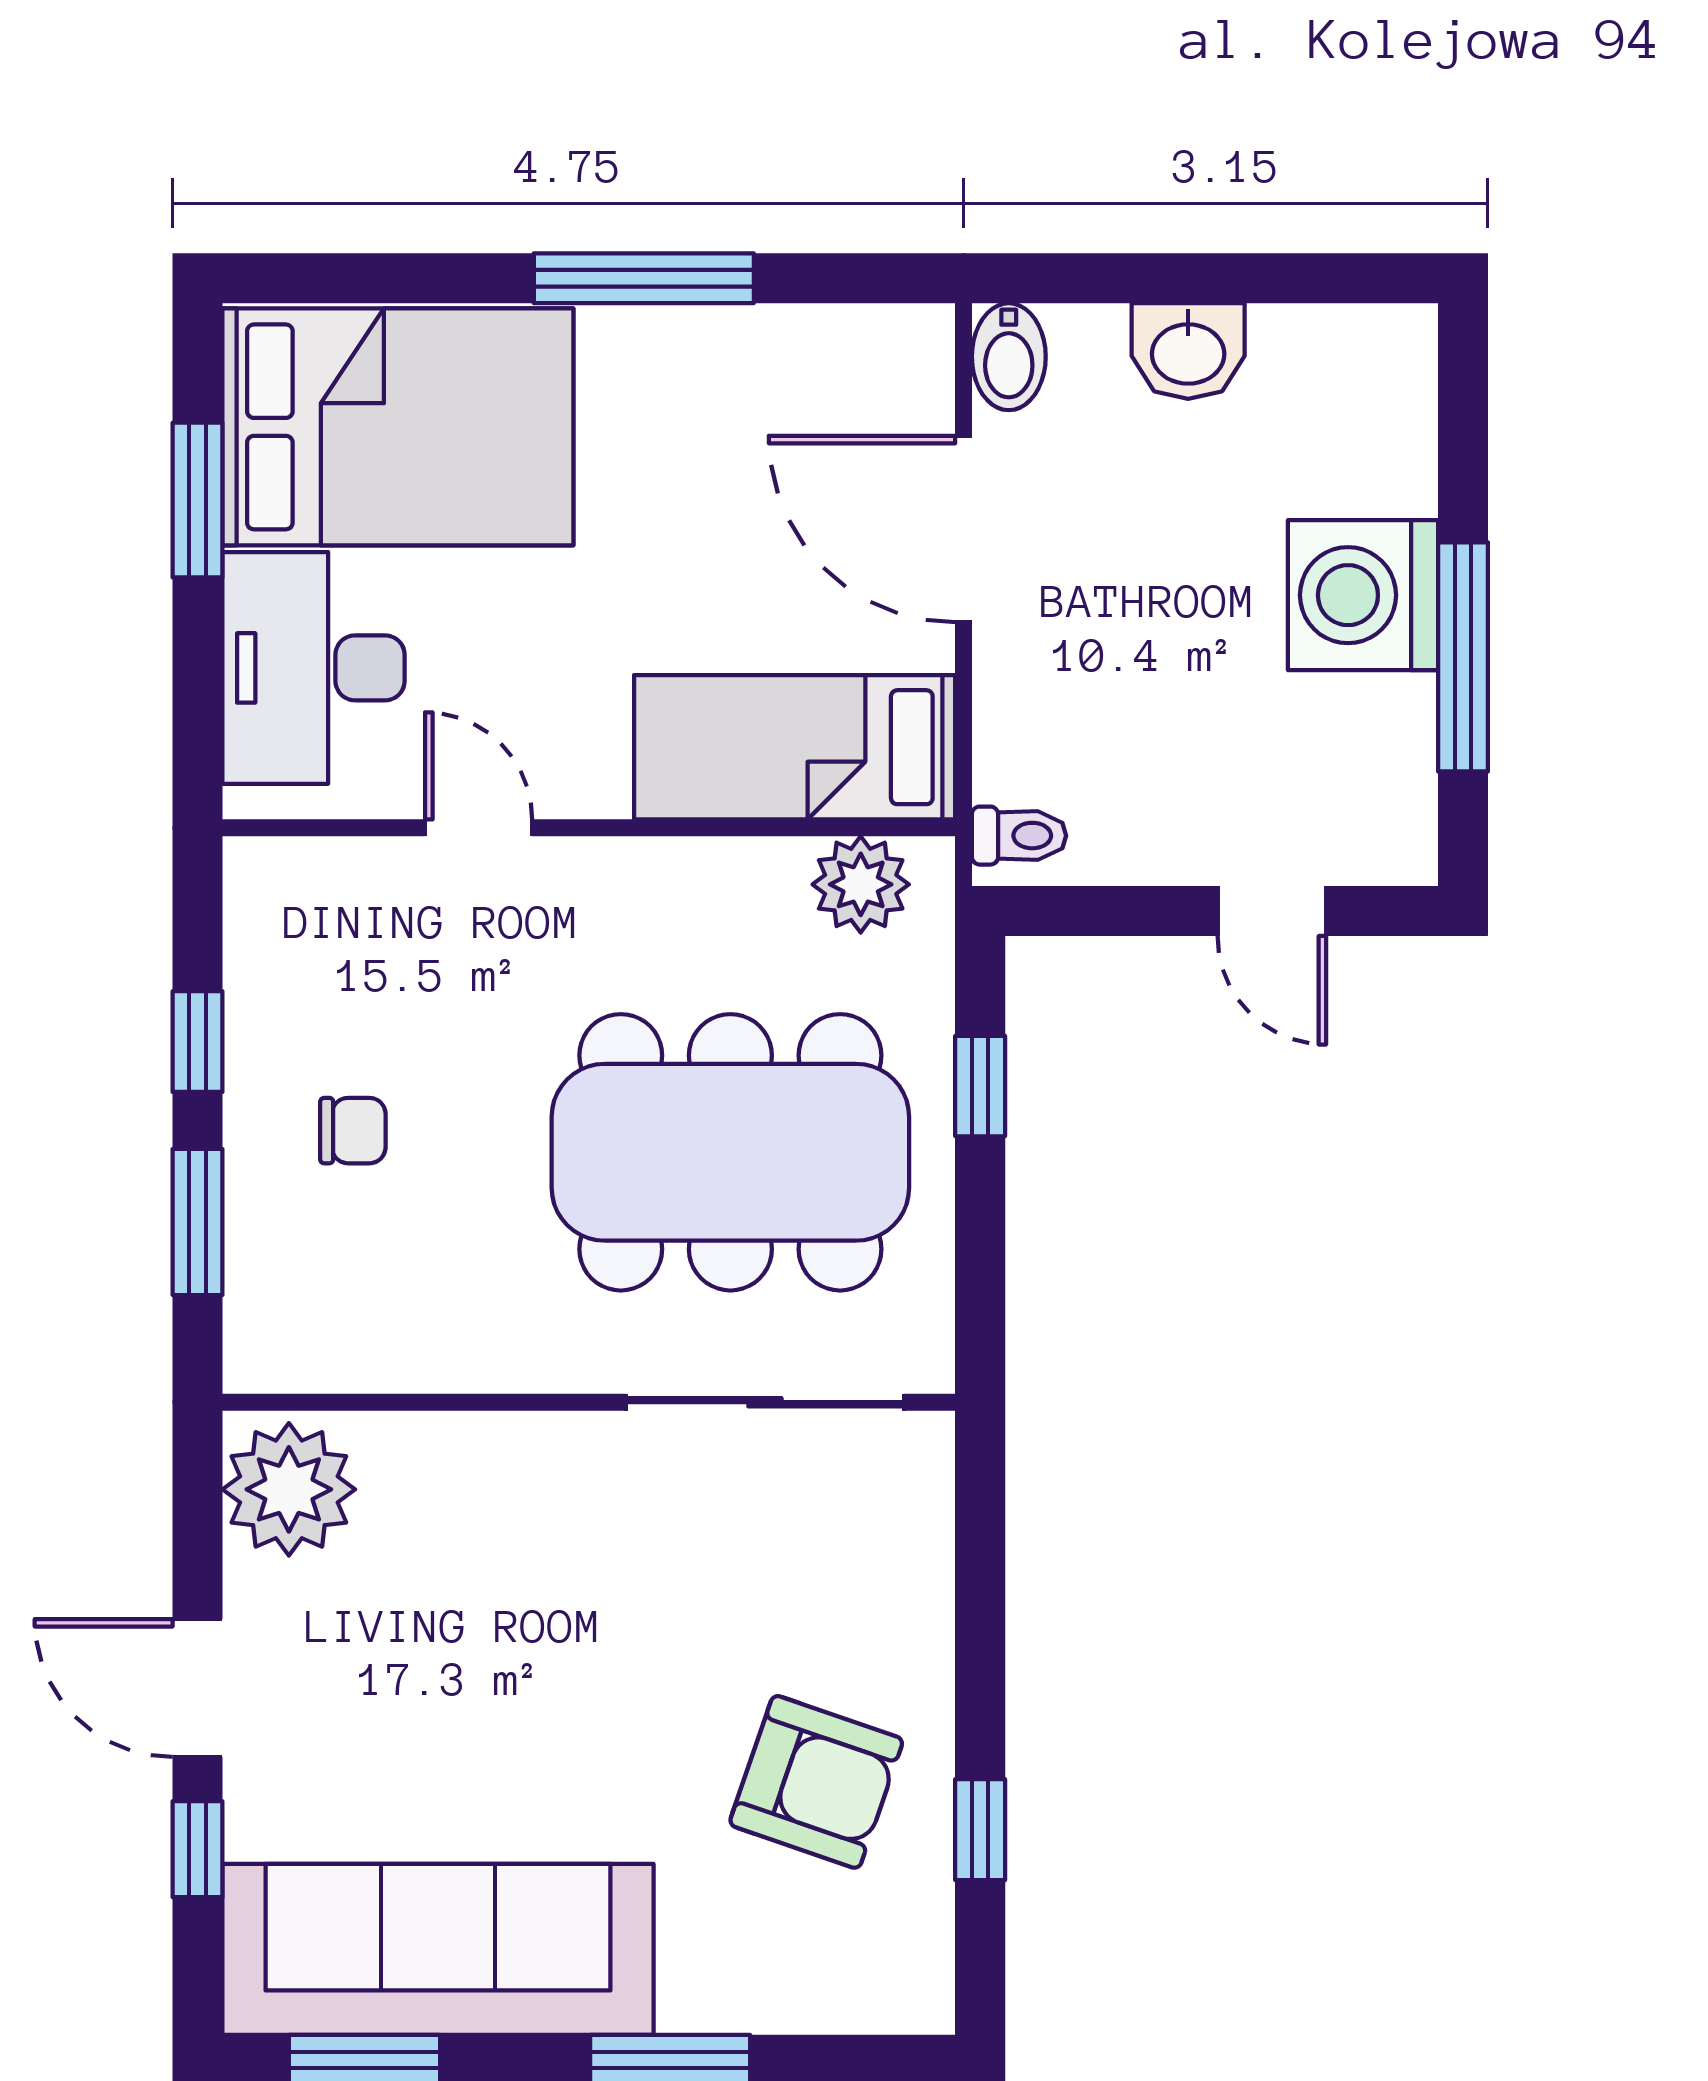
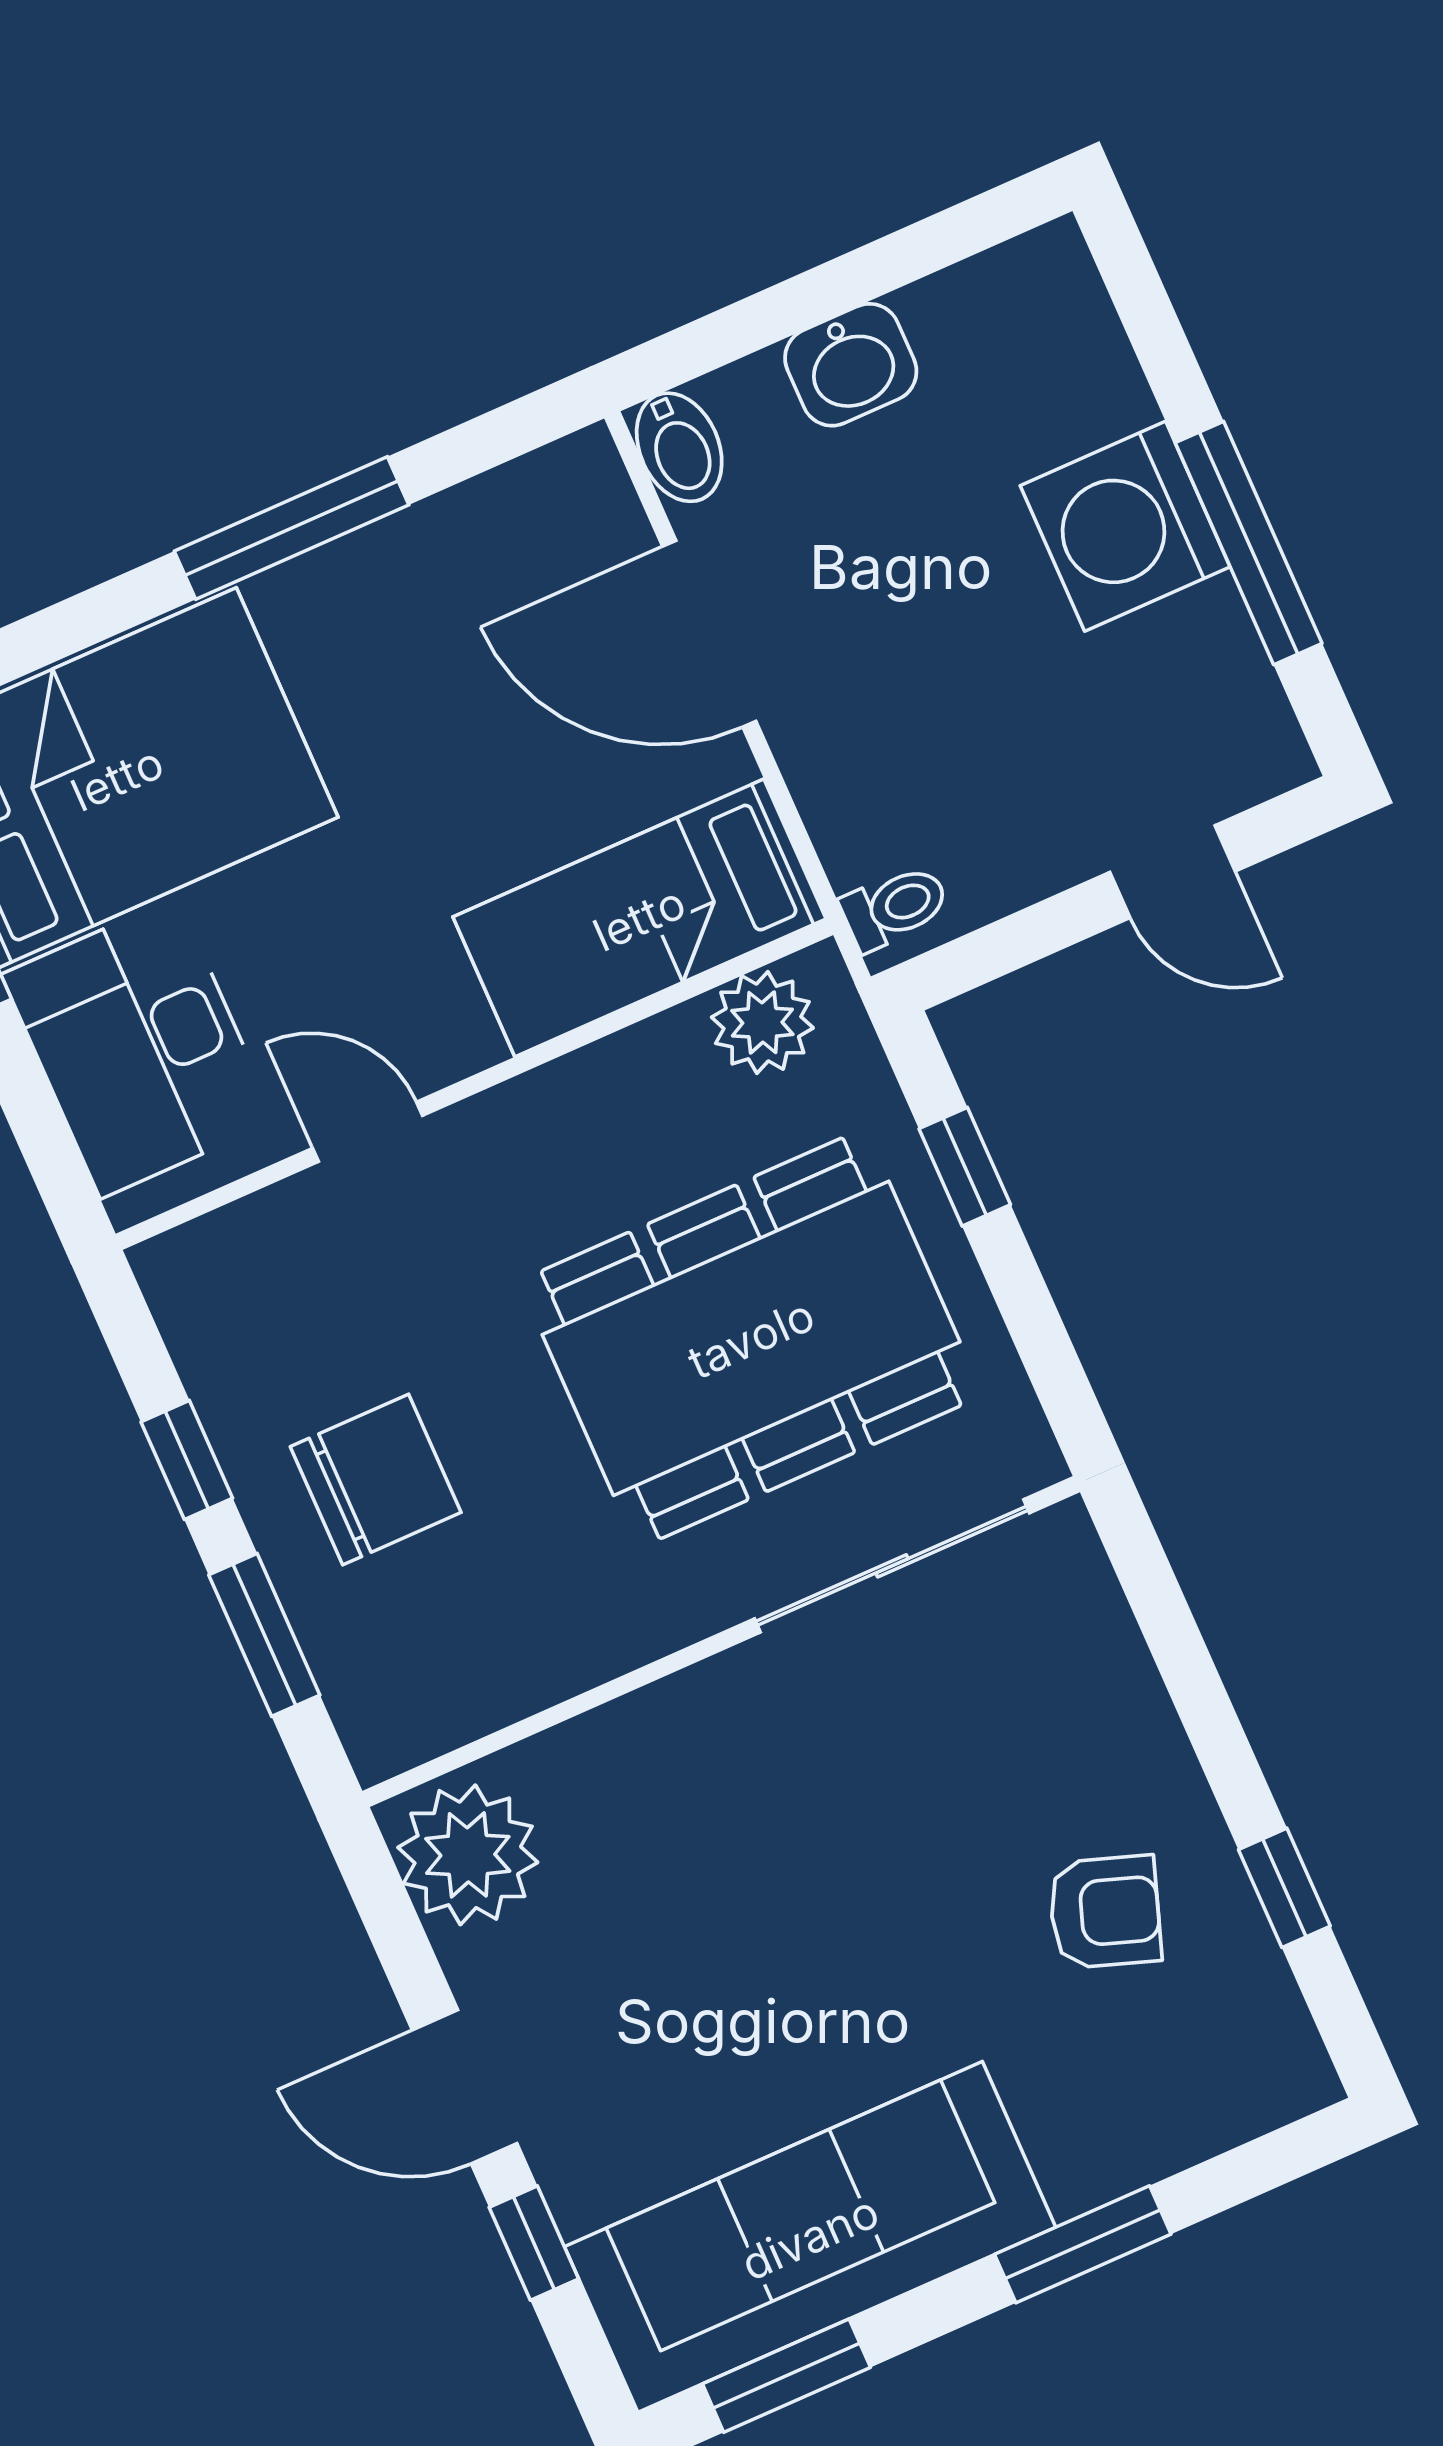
chair: (353, 1131) -> (376, 1480), width x1.87, depth x1.87
armchair: (816, 1782) -> (1105, 1912), width x0.72, depth x0.72

